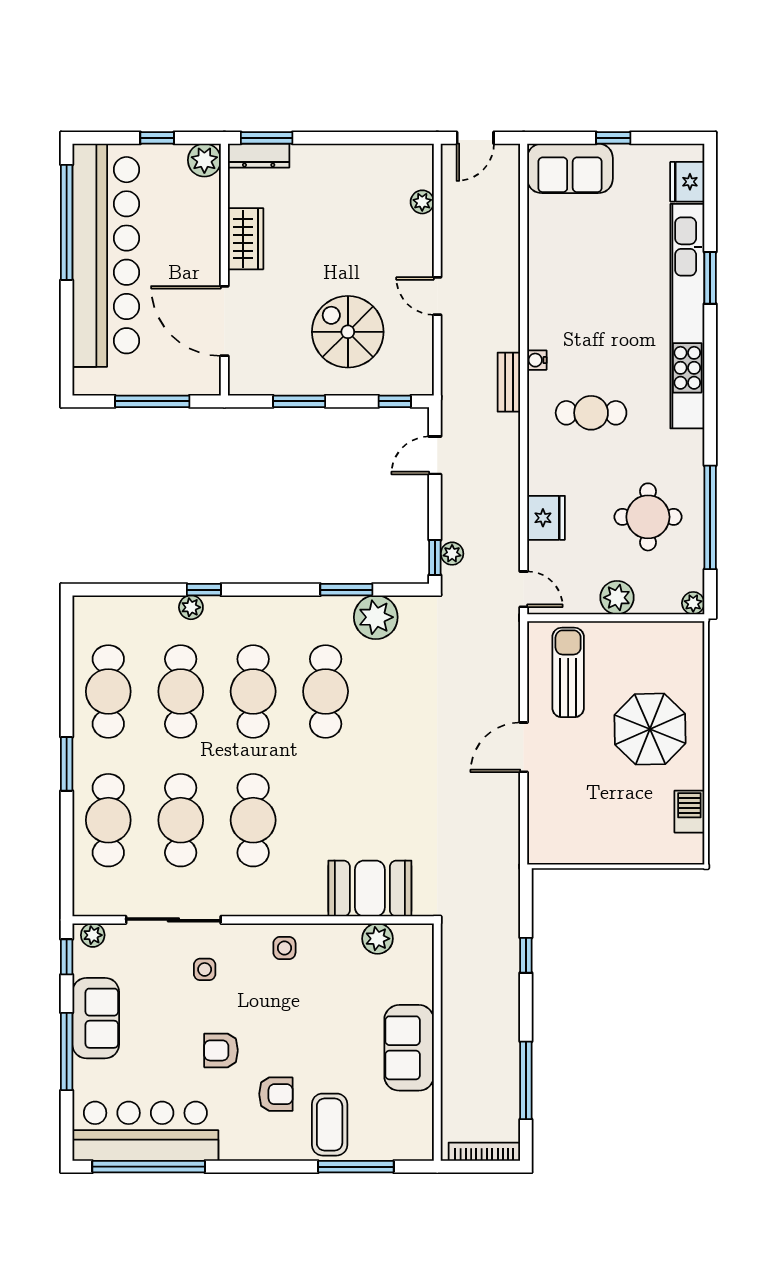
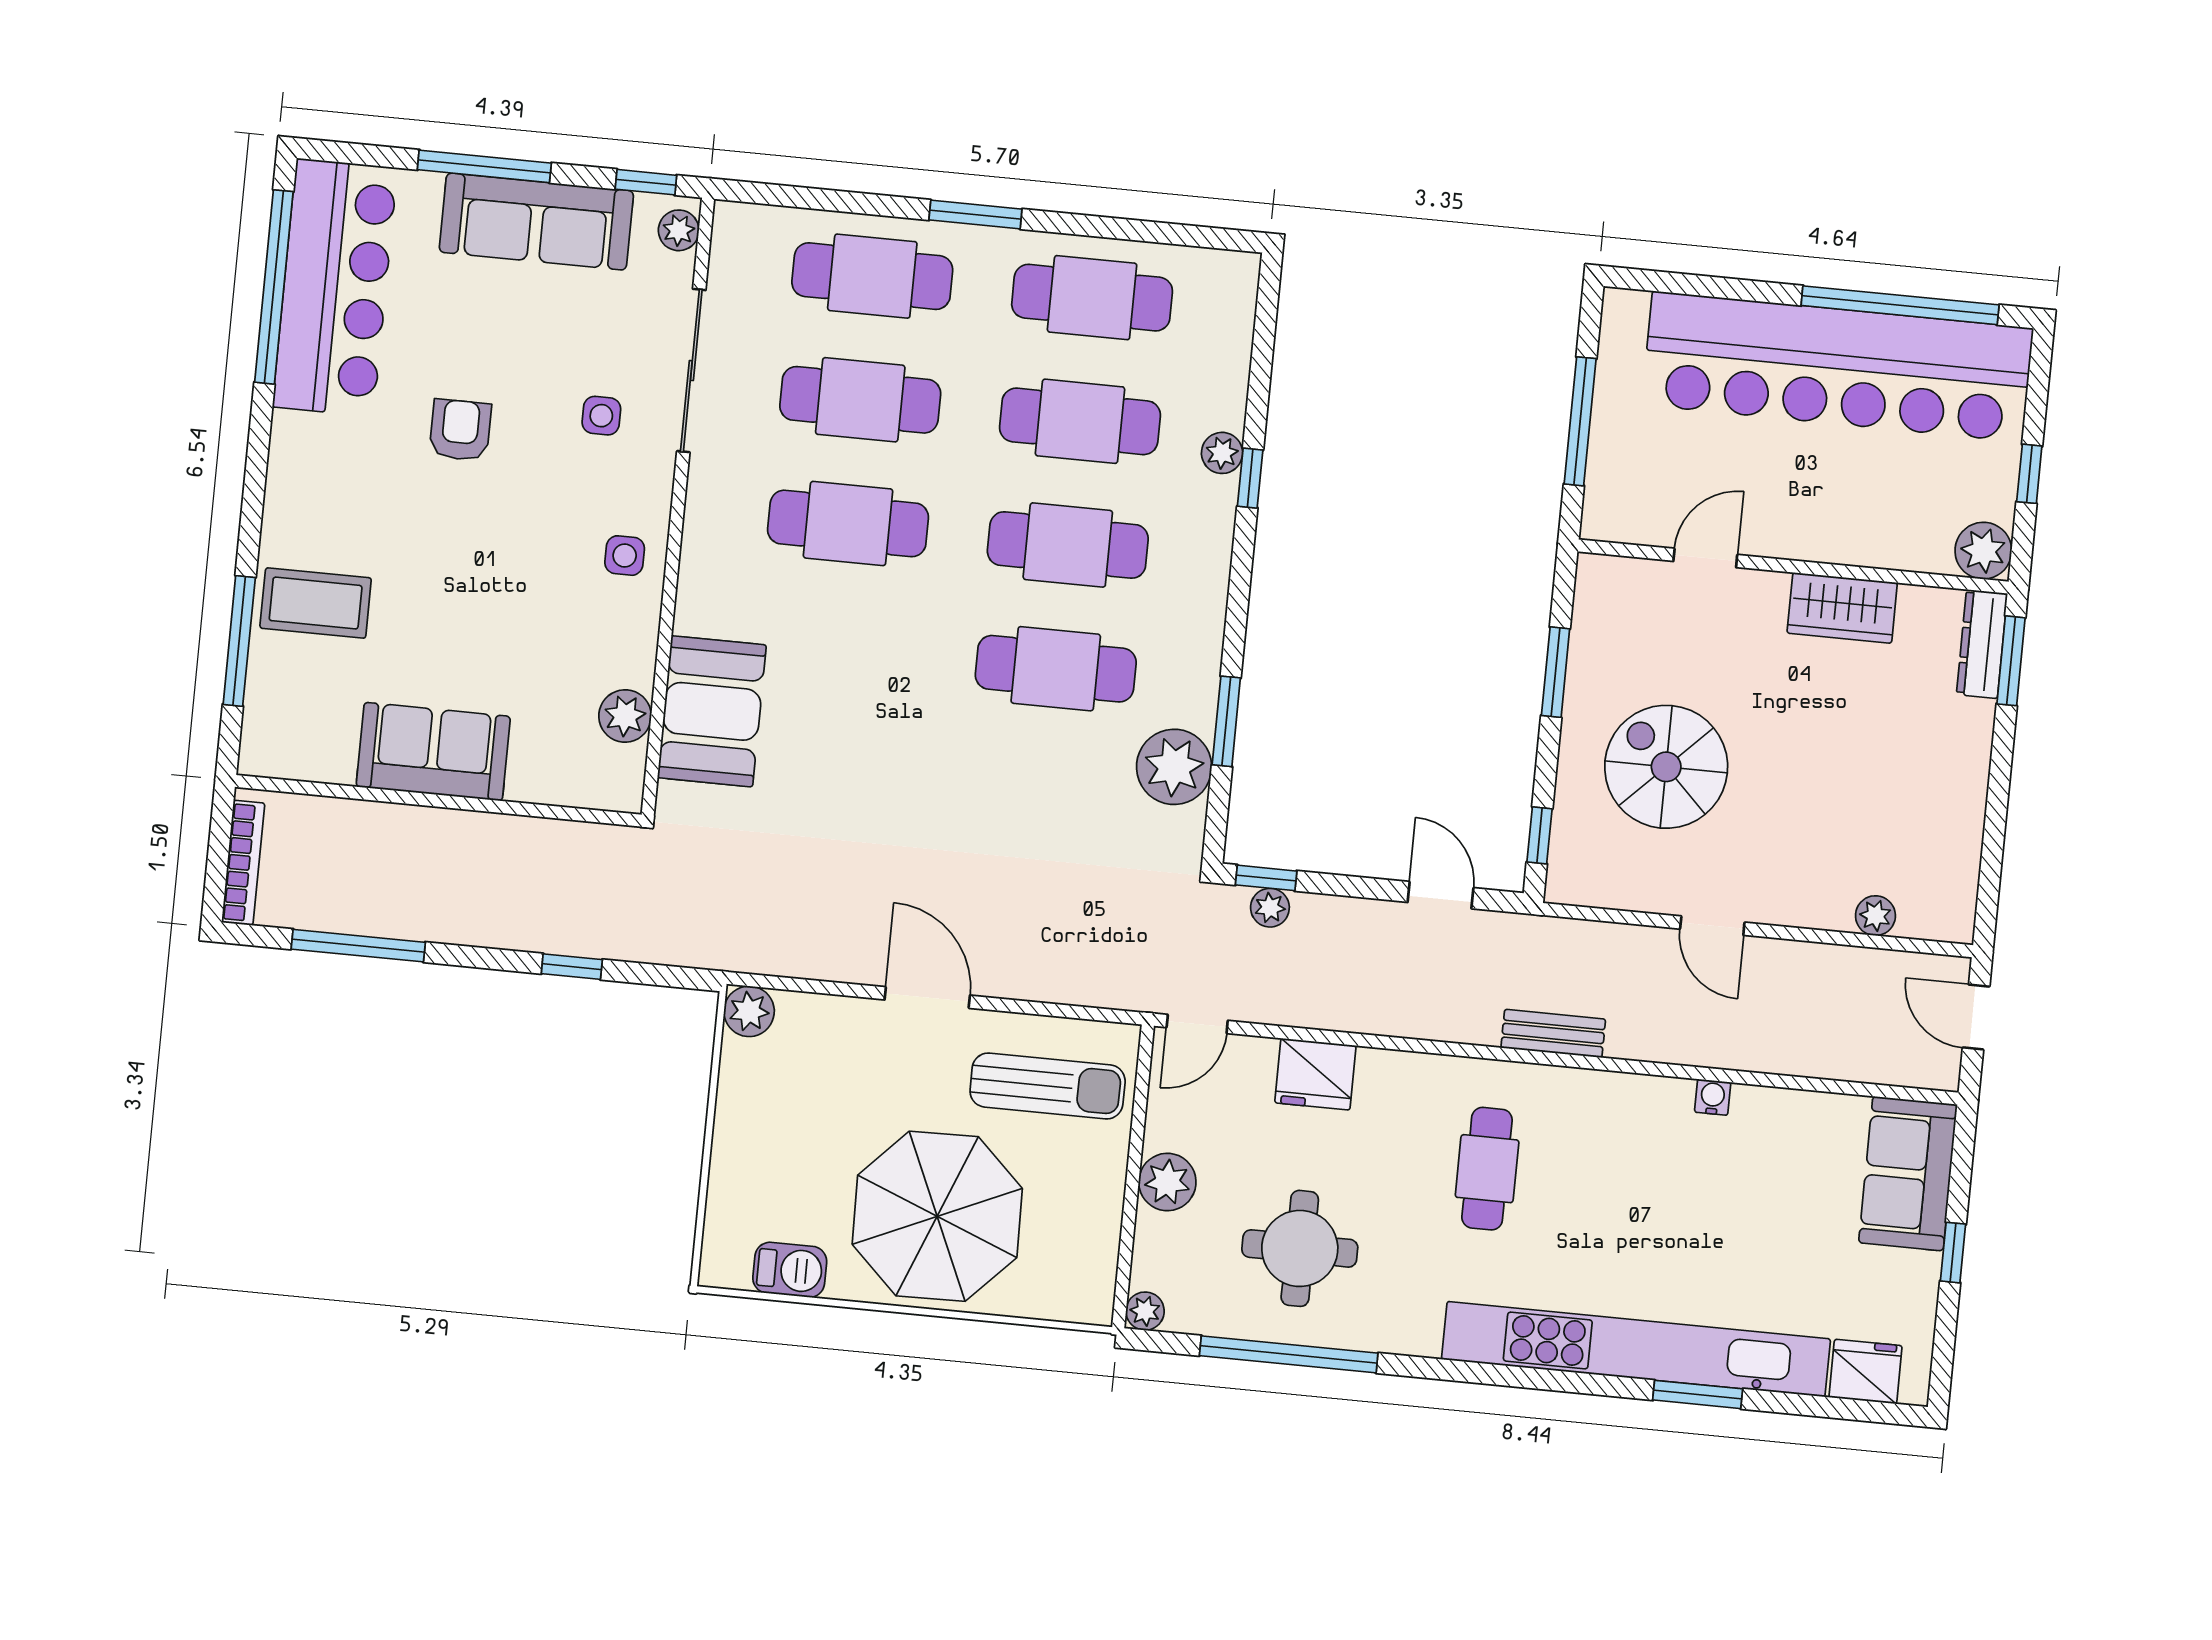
door: (437, 296) -> (1712, 926), swing flipped
door: (224, 321) -> (1705, 558), width x0.53
spiral stairs: (348, 332) -> (1666, 767), turned -90
water cooler: (537, 360) -> (1713, 1097), moved
parasol: (650, 729) -> (937, 1216), width x1.36, depth x1.36
plant: (542, 850) -> (749, 1011), added
sofa: (96, 1018) -> (536, 222), width x1.36
armchair: (276, 1094) -> (376, 516), removed

